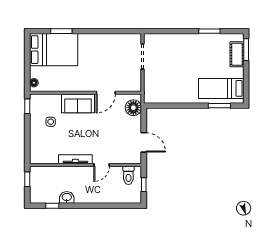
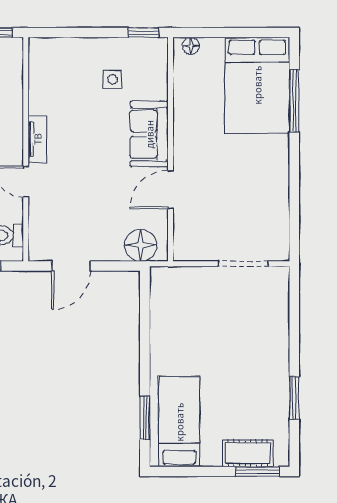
window: (61, 31) -> (294, 101), width x1.44
door: (106, 93) -> (171, 190), hinge flipped
tv unit: (75, 159) -> (37, 139), width x0.71

